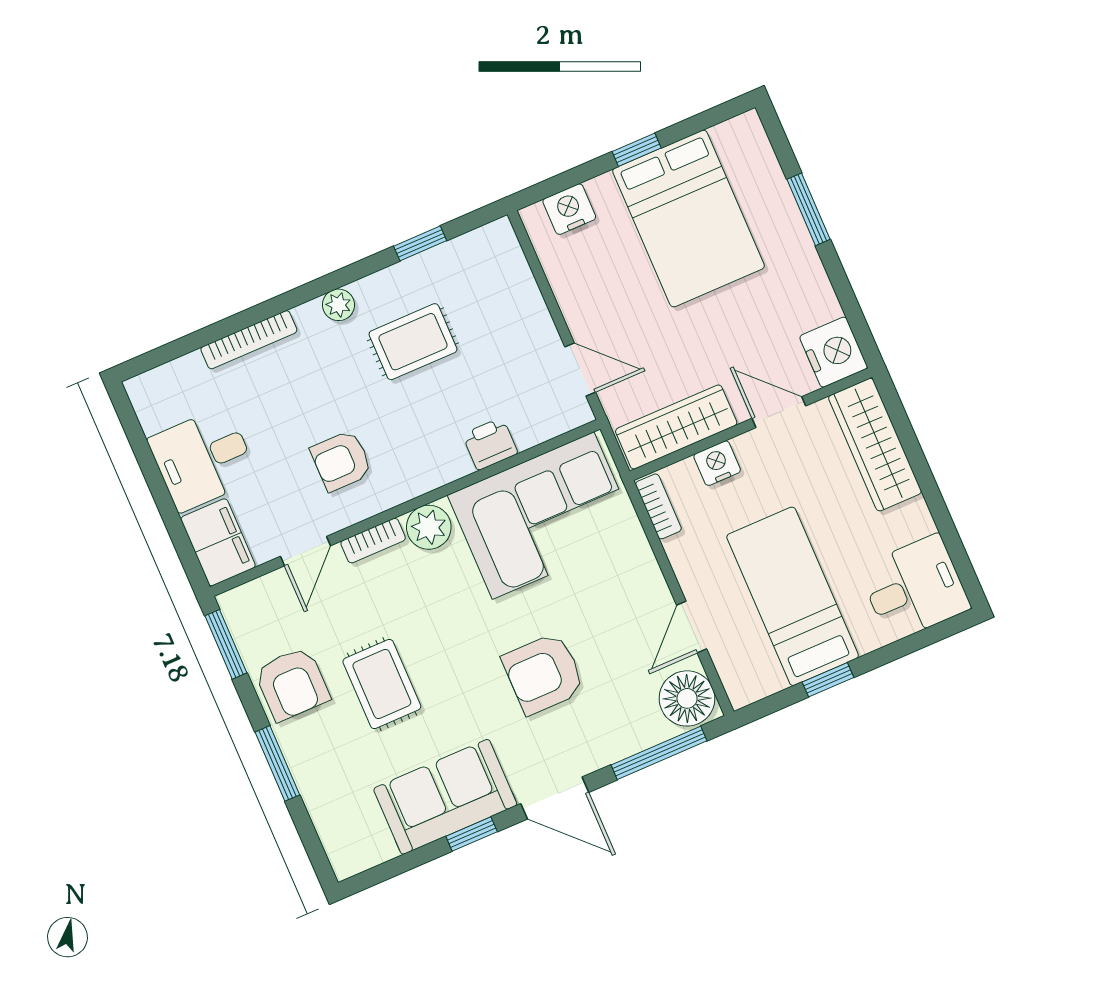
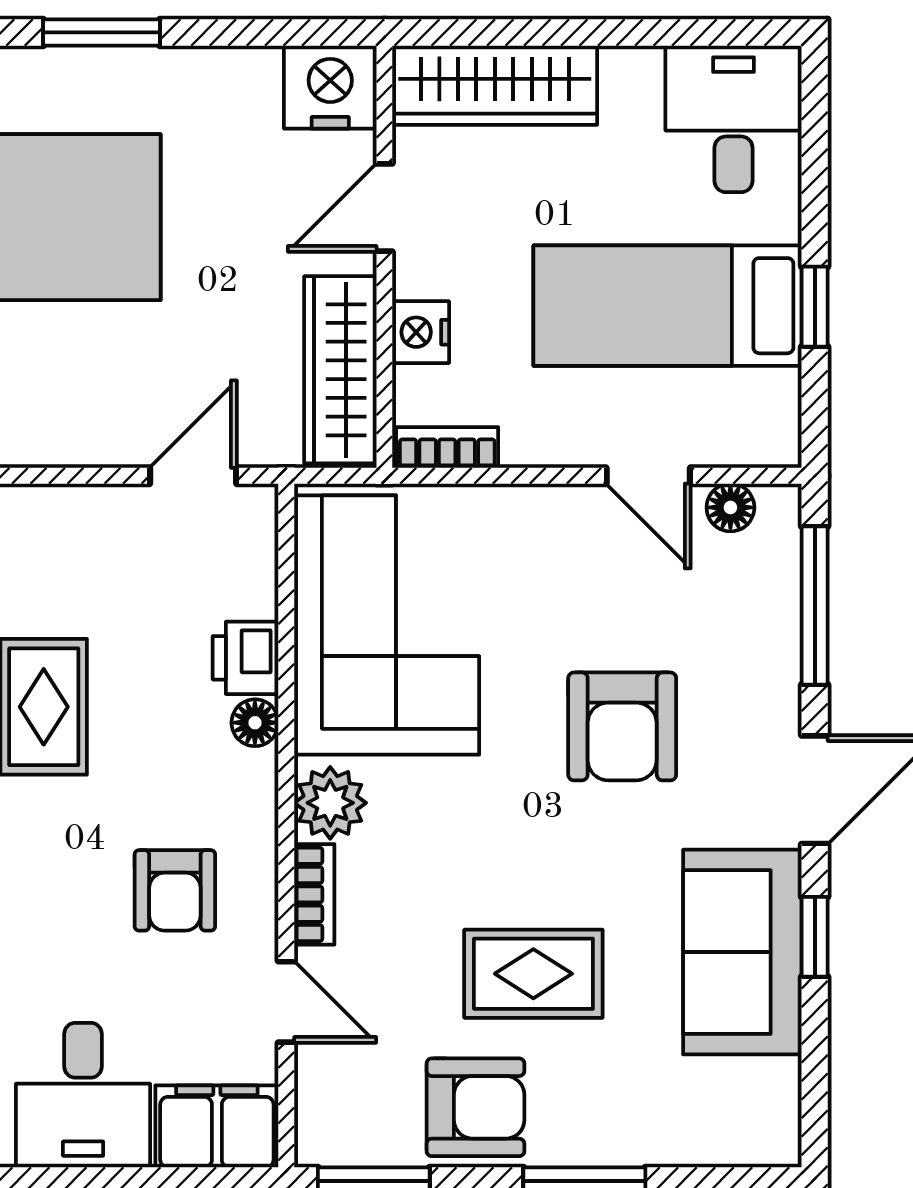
floor lamp: (456, 465) -> (255, 723), added
floor lamp: (687, 698) -> (730, 507), width x0.53, depth x0.53

